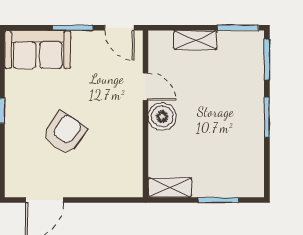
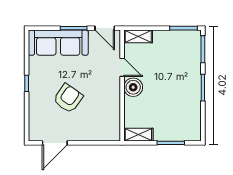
shelving: (195, 40) -> (138, 36), moved
sofa: (38, 50) -> (58, 43), width x1.36

